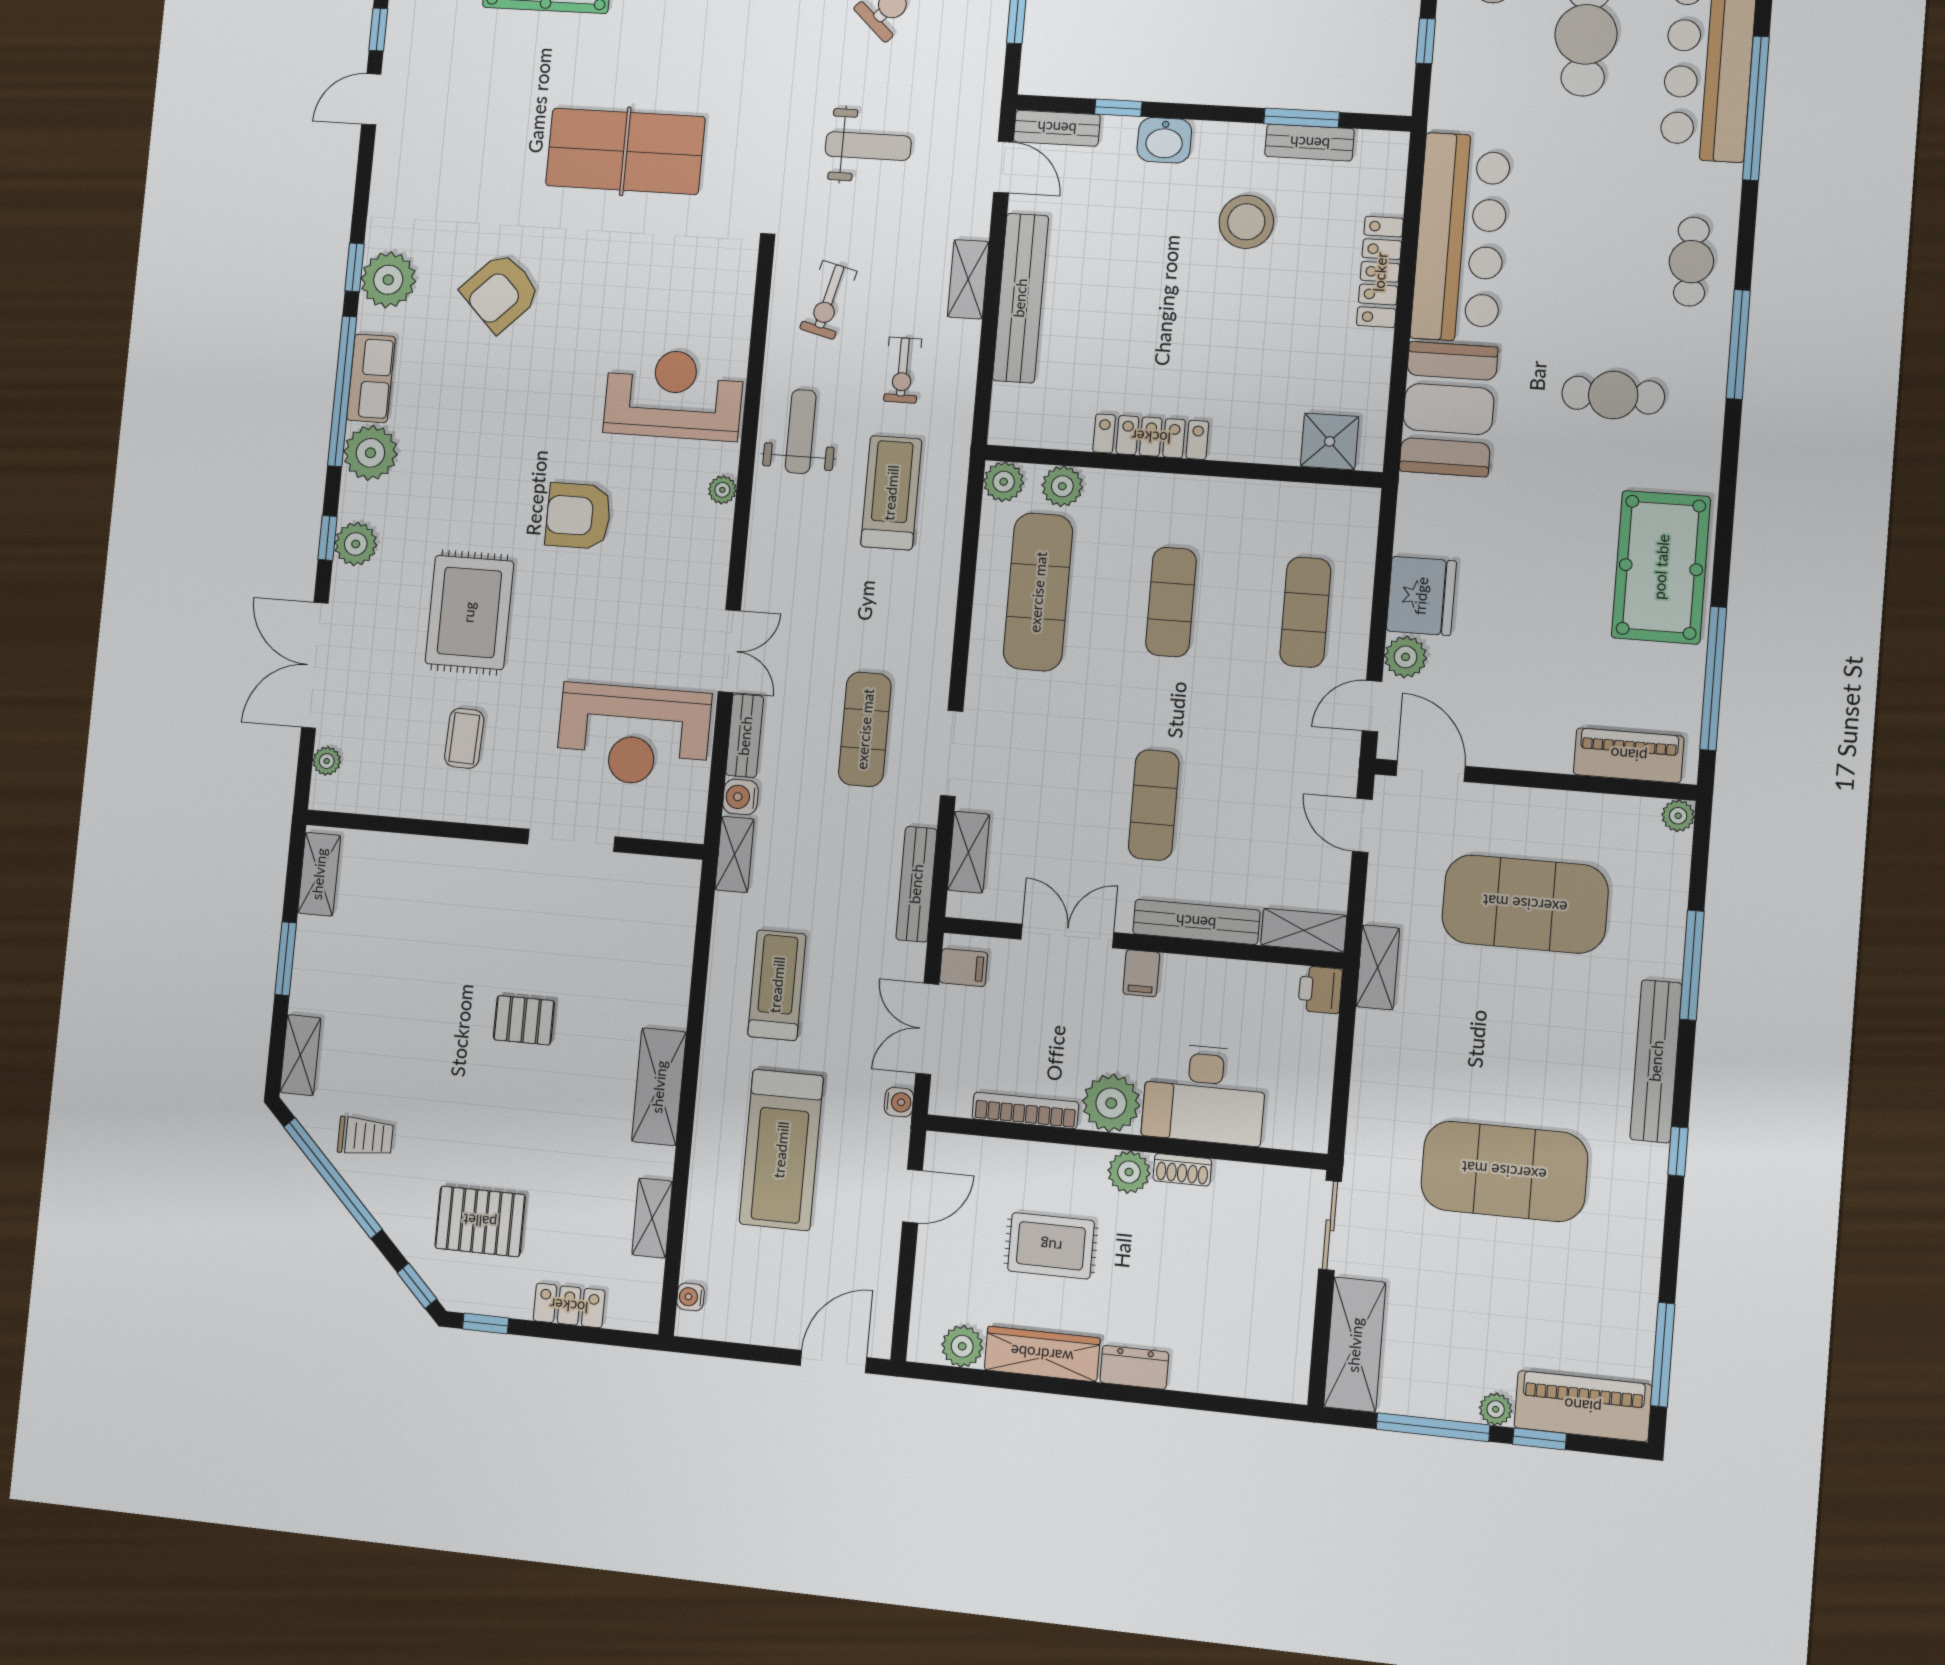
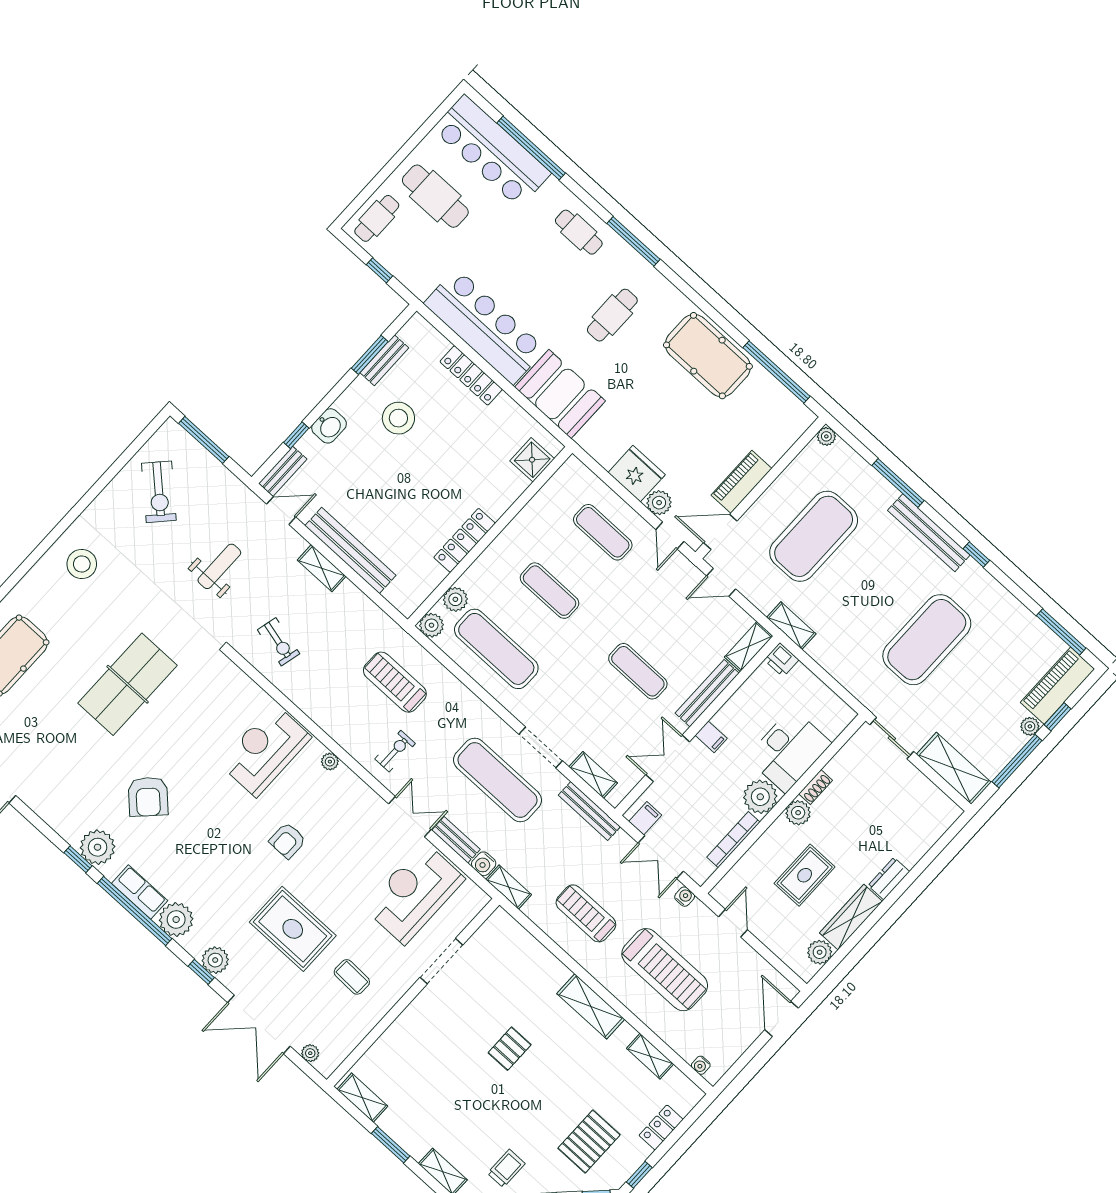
exercise bike: (903, 370) -> (395, 751), moved, turned -90
weight bench: (801, 432) -> (331, 703), removed
armchair: (578, 516) -> (288, 841), width x0.72, depth x0.72
exercise mat: (865, 729) -> (497, 780), width x1.36, depth x1.45
reception desk: (634, 735) -> (414, 893), turned 180
piano: (1629, 755) -> (741, 482), moved

